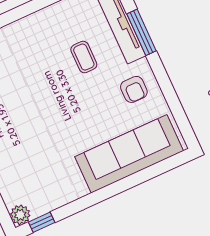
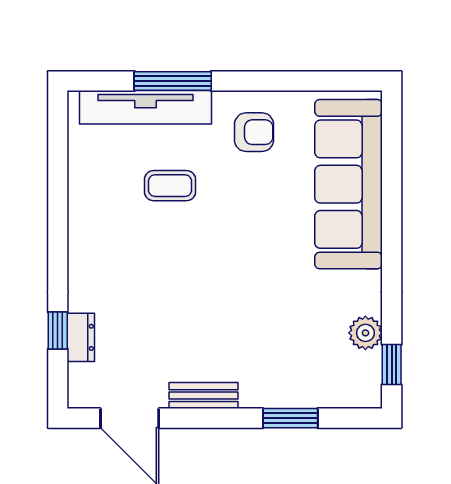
plant: (20, 215) -> (365, 333), moved

